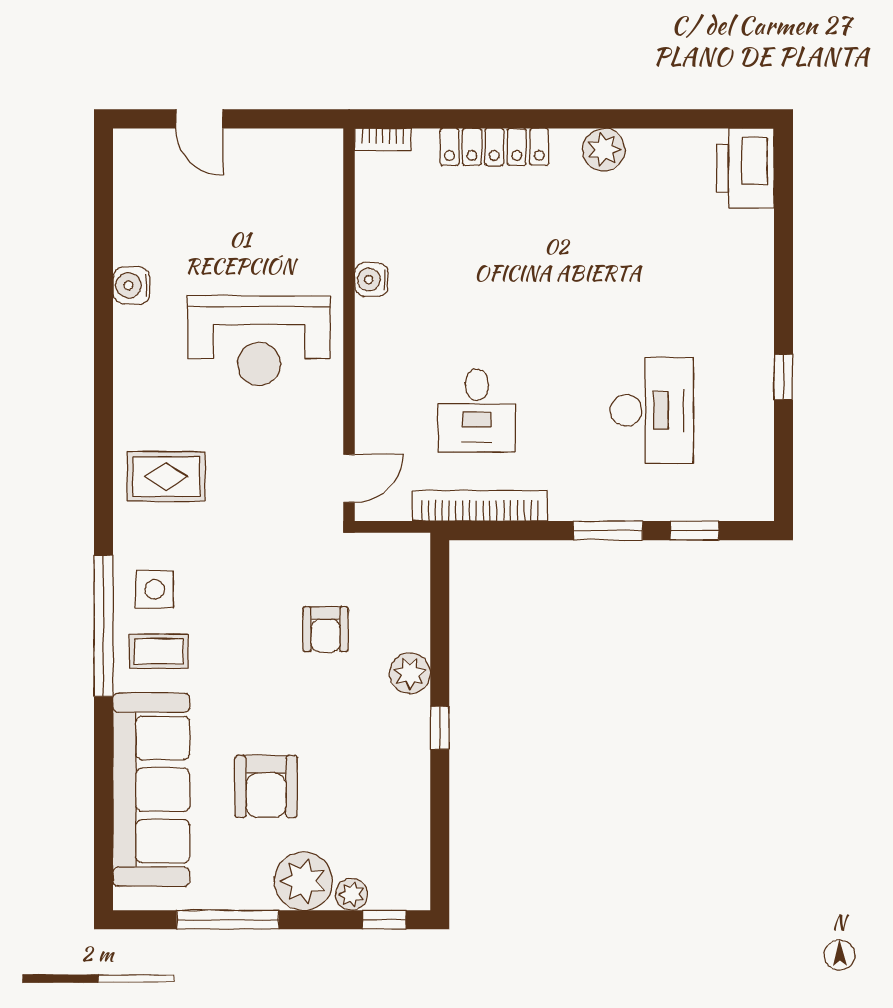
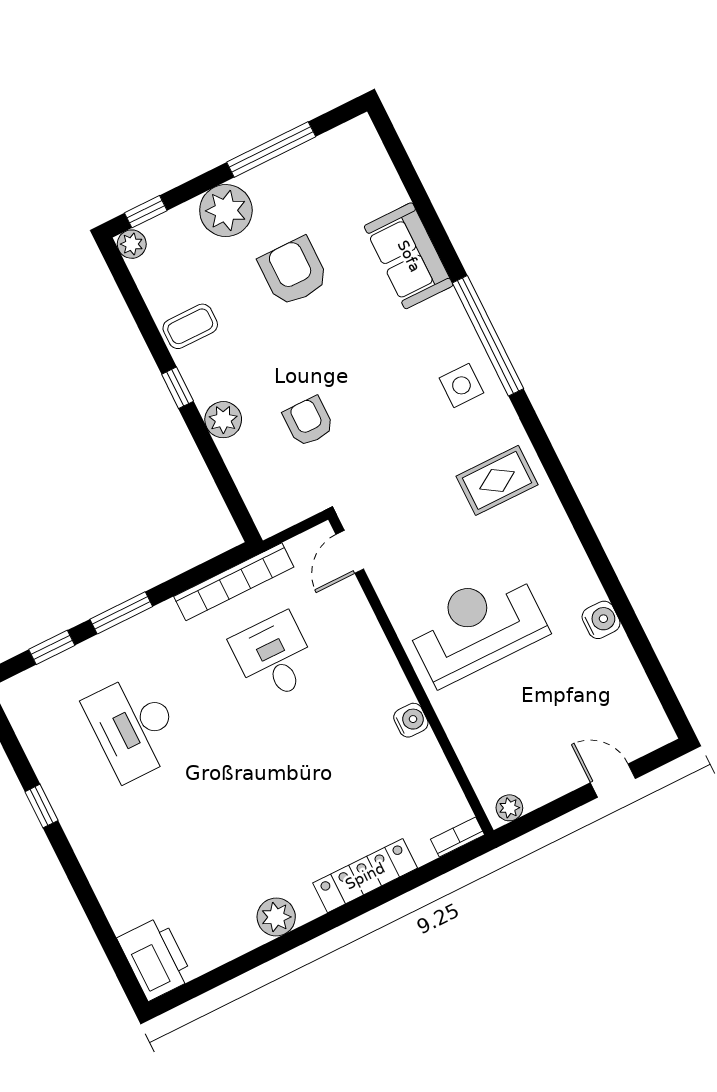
plant: (316, 143) -> (509, 808), added
coffee table: (159, 651) -> (190, 326), moved
sofa: (151, 790) -> (409, 256), width x0.54, depth x0.79
plant: (352, 894) -> (132, 244), moved

